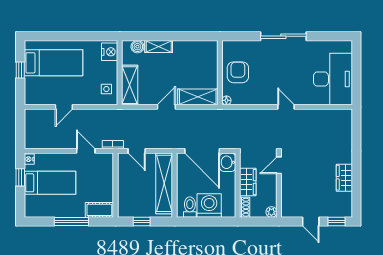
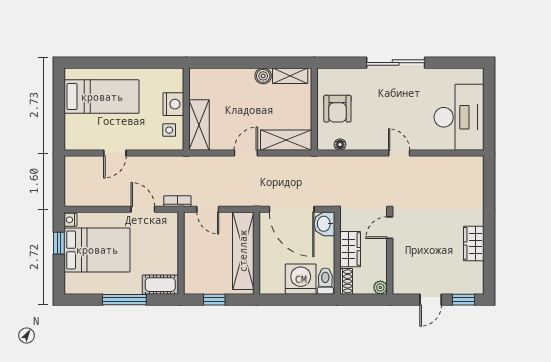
boiler: (137, 47) -> (263, 76), moved
shelving: (159, 47) -> (290, 76), moved
nightstand: (110, 52) -> (173, 104), moved
window: (20, 70) -> (59, 106), removed
armchair: (238, 72) -> (337, 109), turned 180
floor lamp: (226, 100) -> (340, 145), moved
bed: (50, 183) -> (97, 250), width x1.50
toilet: (190, 207) -> (325, 281), moved
door: (311, 222) -> (431, 300), hinge flipped

